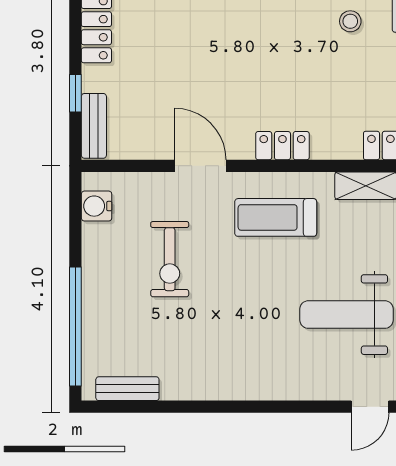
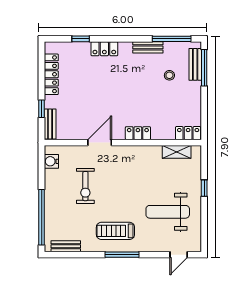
door: (200, 166) -> (100, 143), hinge flipped
treadmill: (276, 217) -> (115, 231), moved
window: (248, 407) -> (122, 255), added

